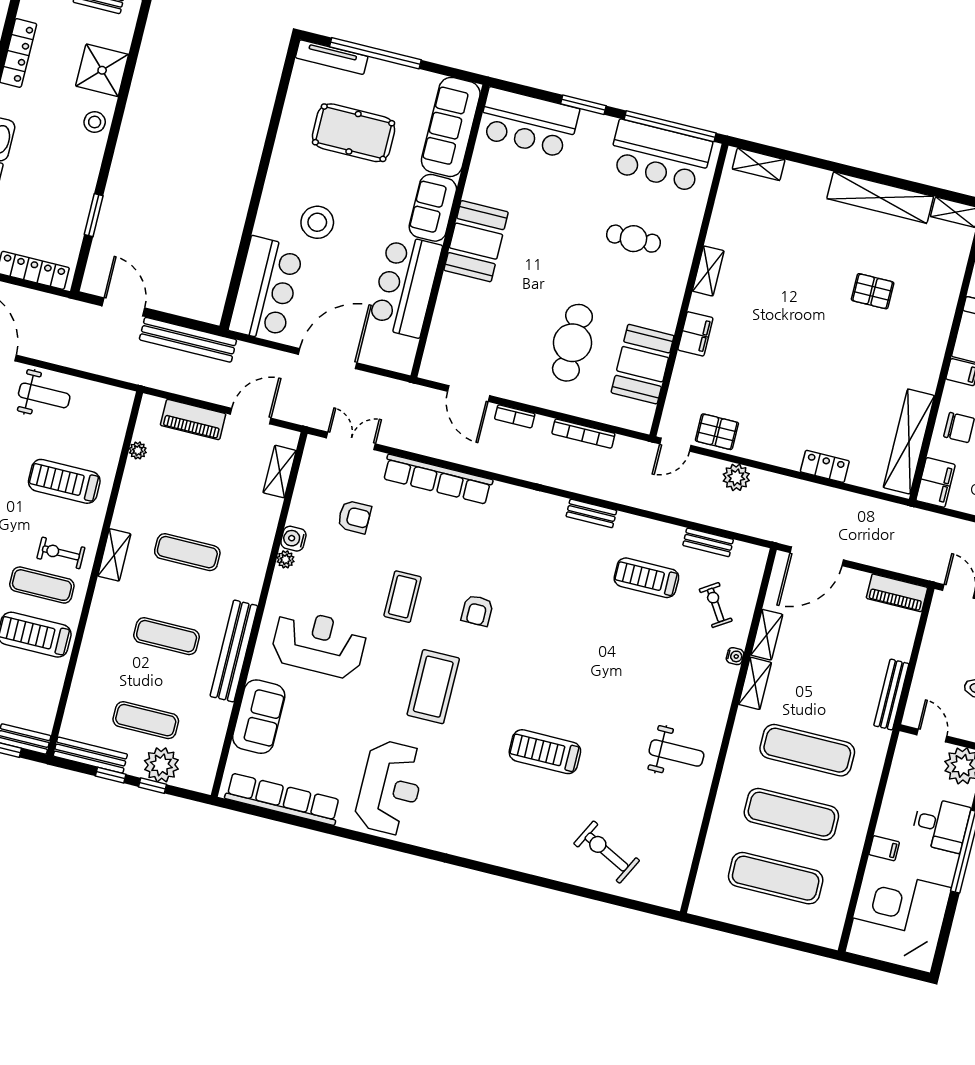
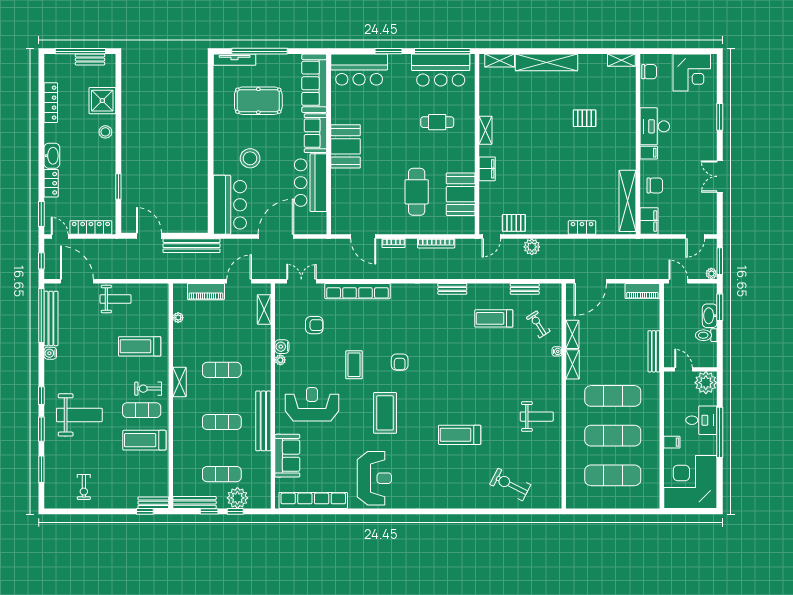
shelving: (880, 198) -> (546, 62), moved

